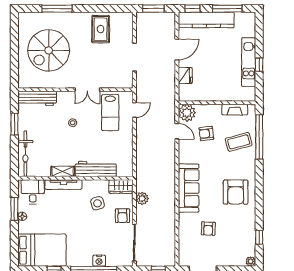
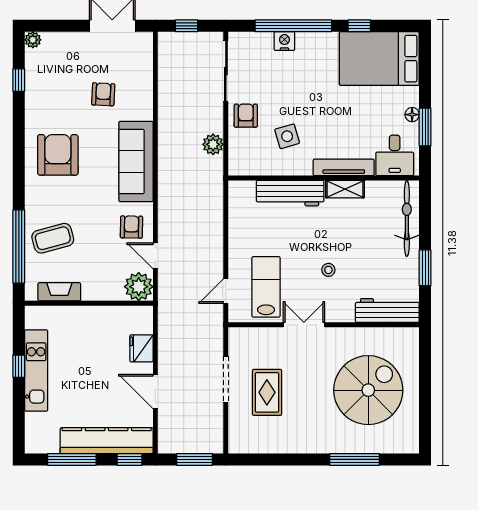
rug: (101, 29) -> (267, 392), moved
door: (177, 50) -> (155, 392), hinge flipped
armchair: (206, 134) -> (131, 227), moved, turned -82
wardrobe: (121, 186) -> (248, 164), removed

